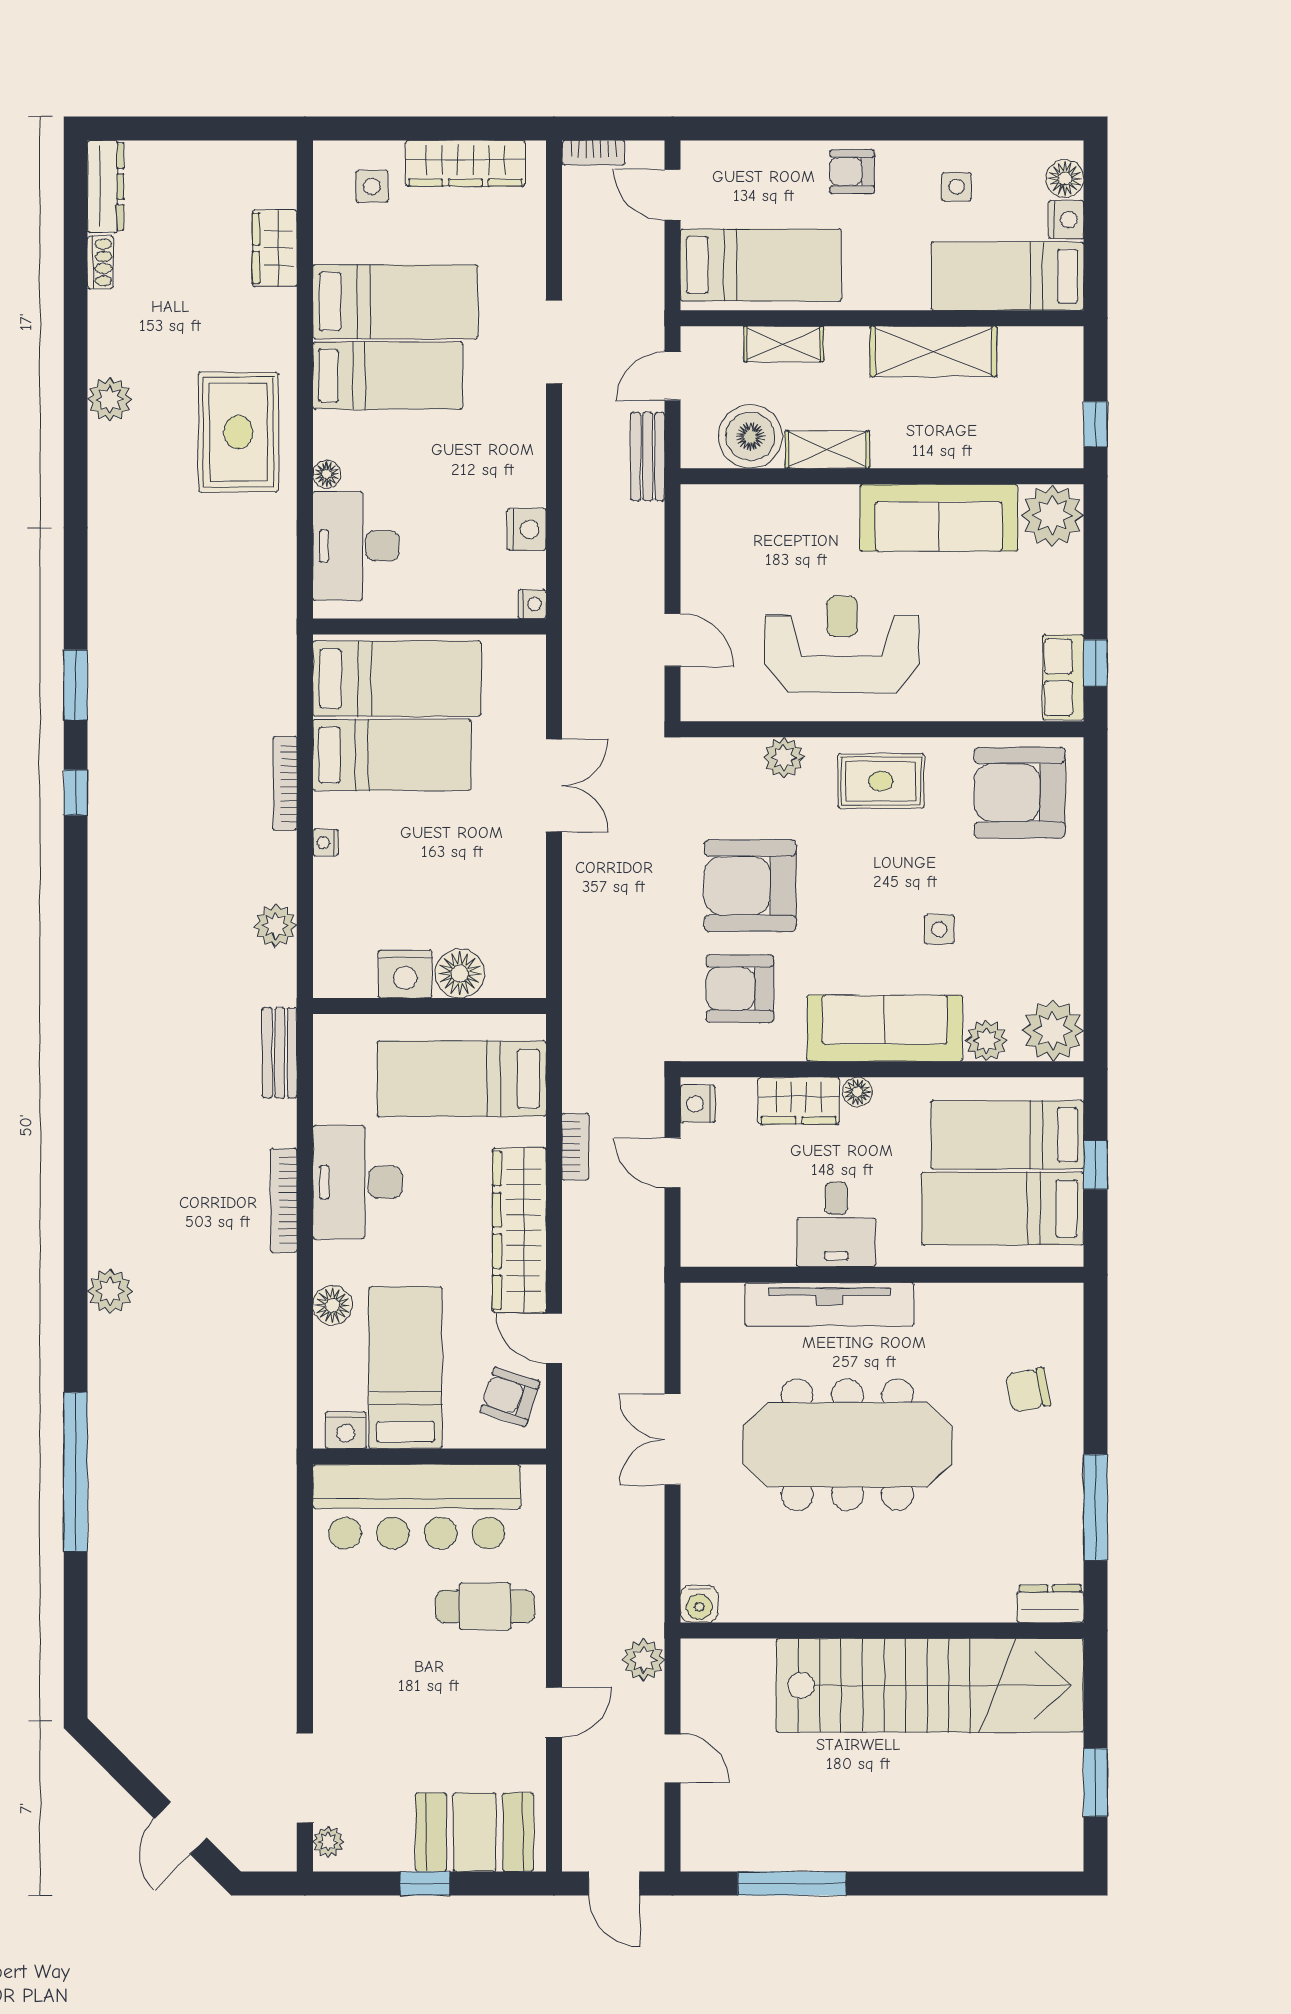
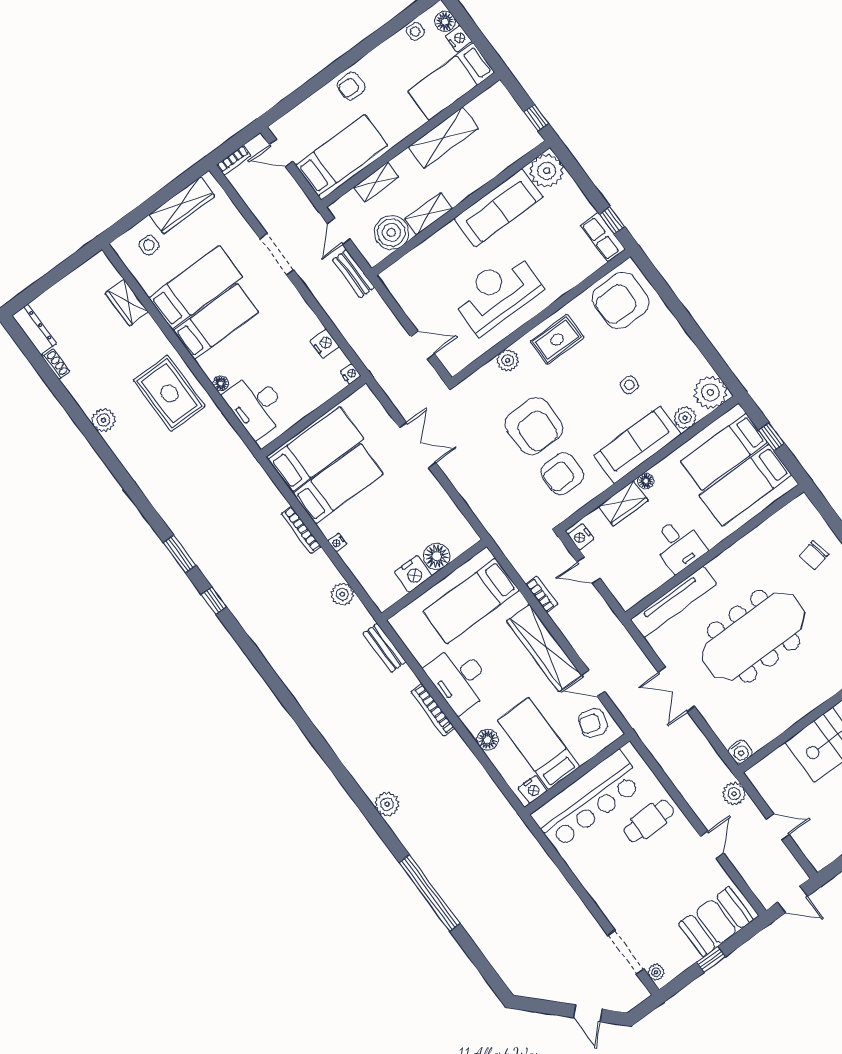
side table: (957, 187) -> (415, 31), moved
armchair: (750, 886) -> (534, 426), turned -90
tv unit: (829, 1304) -> (673, 602), moved

